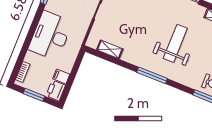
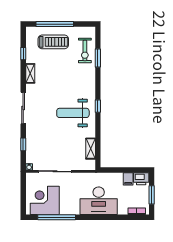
weight bench: (175, 43) -> (73, 113), moved
window: (152, 75) -> (98, 106), width x0.46

